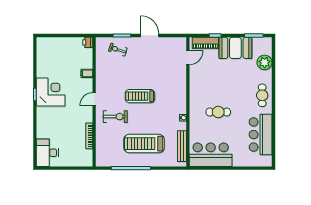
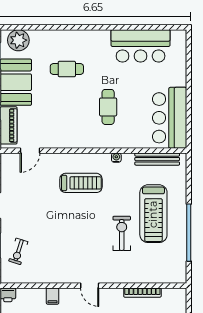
door: (188, 58) -> (30, 151), swing flipped
plant: (265, 62) -> (18, 40), moved
cafe table: (262, 95) -> (67, 69), moved
treadmill: (140, 96) -> (81, 183), moved, turned -90
exercise bike: (115, 117) -> (122, 233), moved

